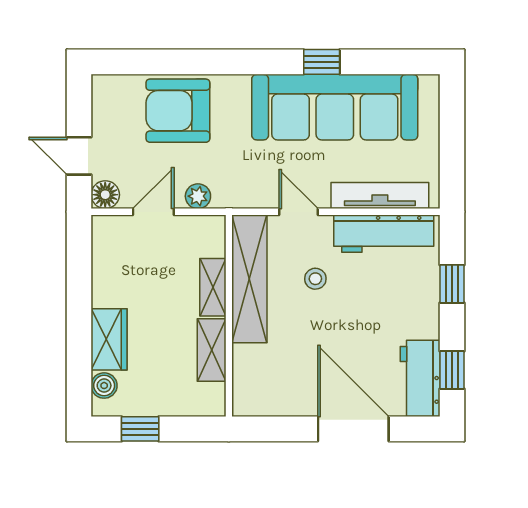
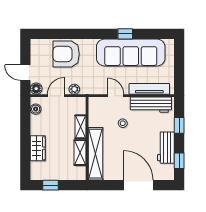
shelving: (249, 279) -> (96, 154), moved
workbench: (420, 378) -> (166, 148), moved
boiler: (104, 386) -> (36, 109), moved

